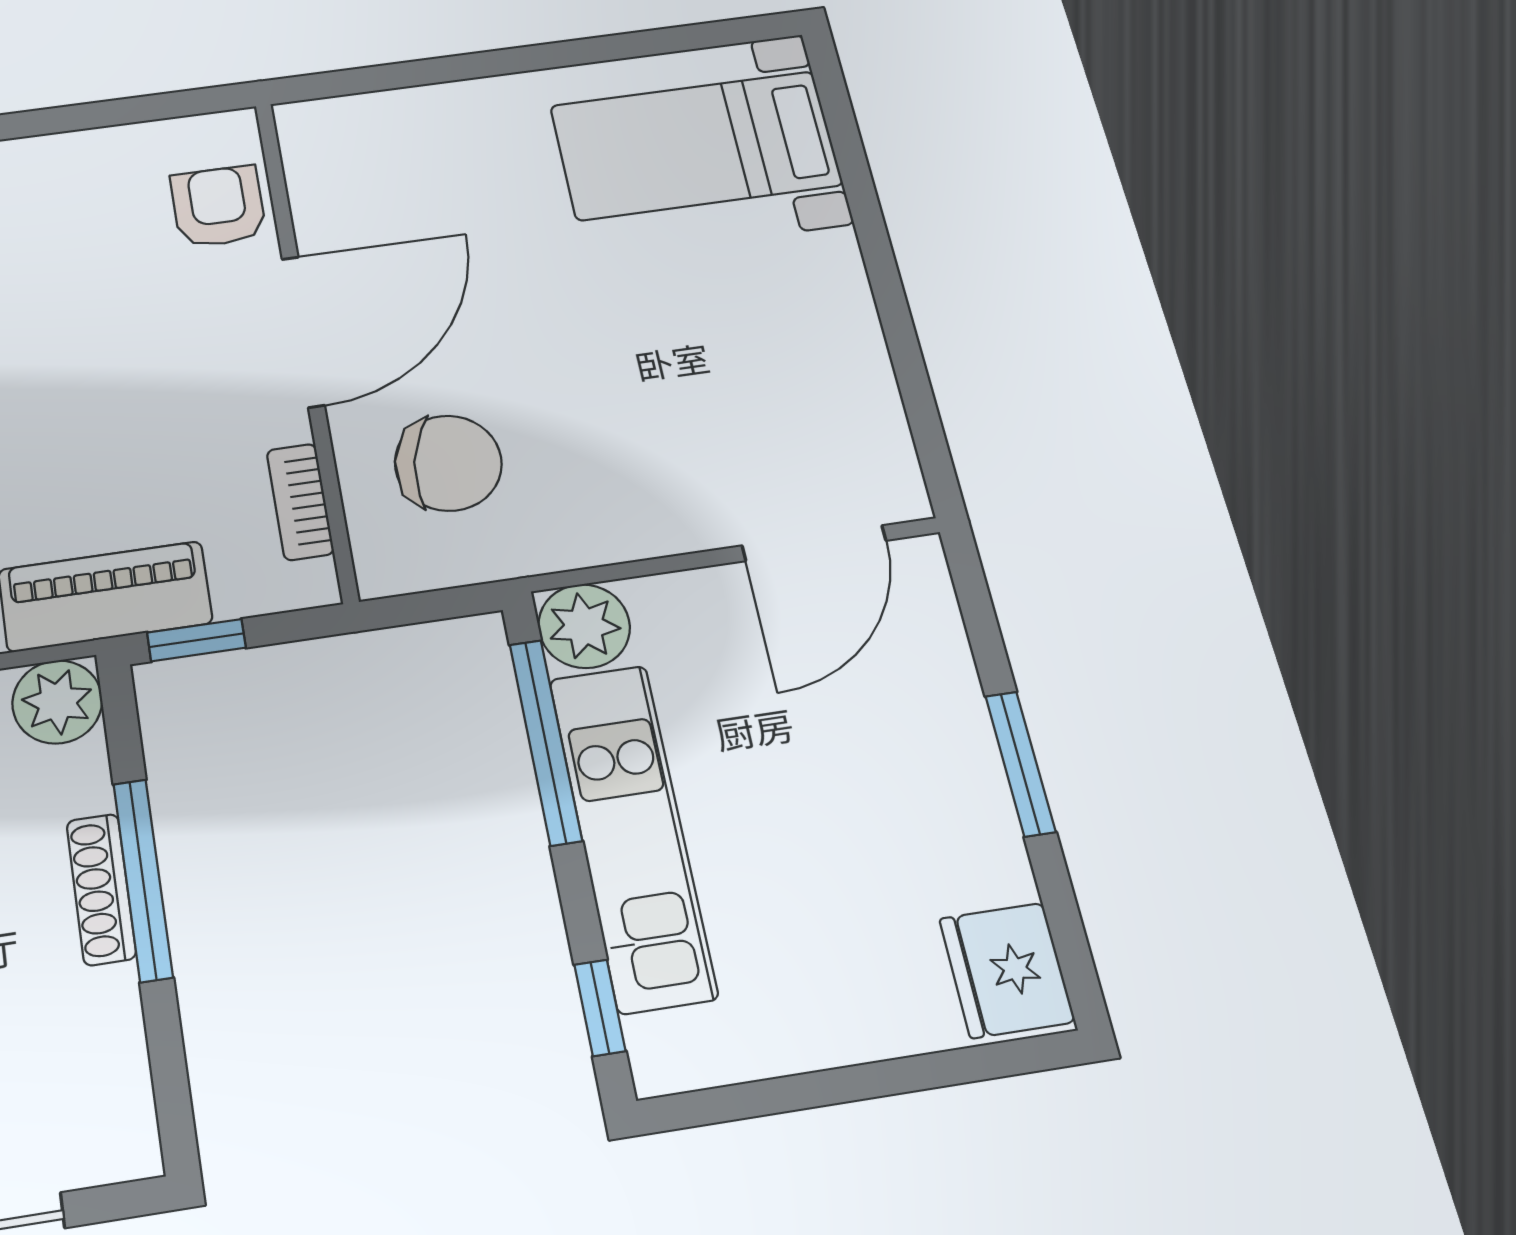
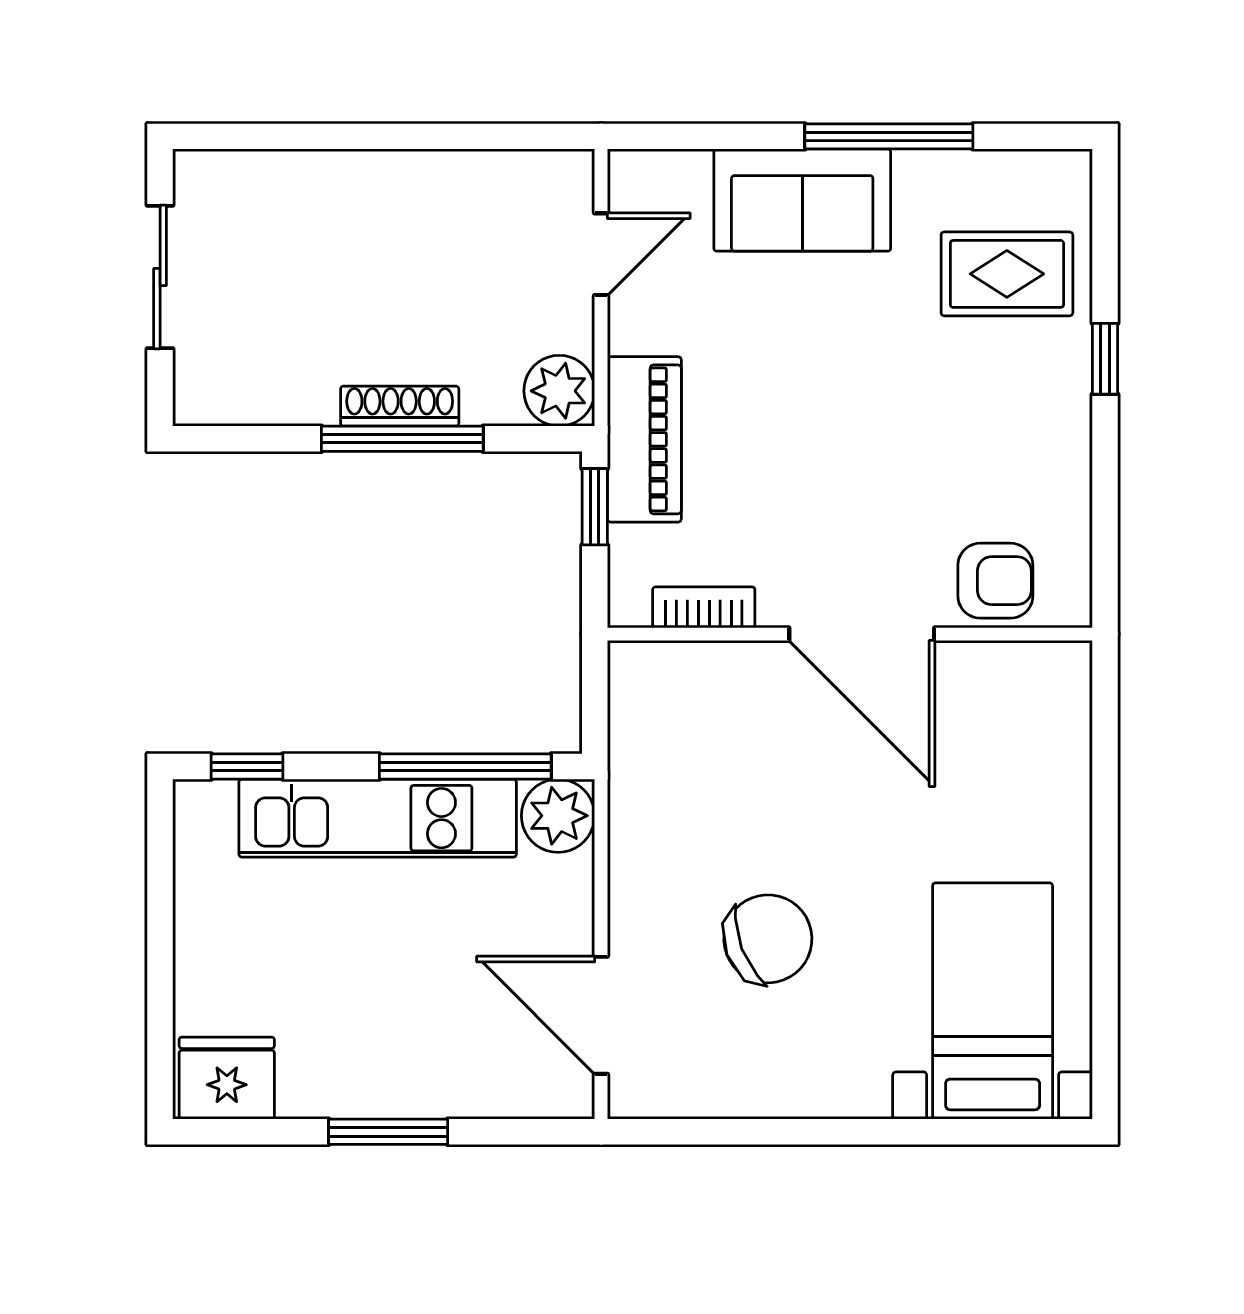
chair: (448, 463) -> (768, 939), moved, turned -122

